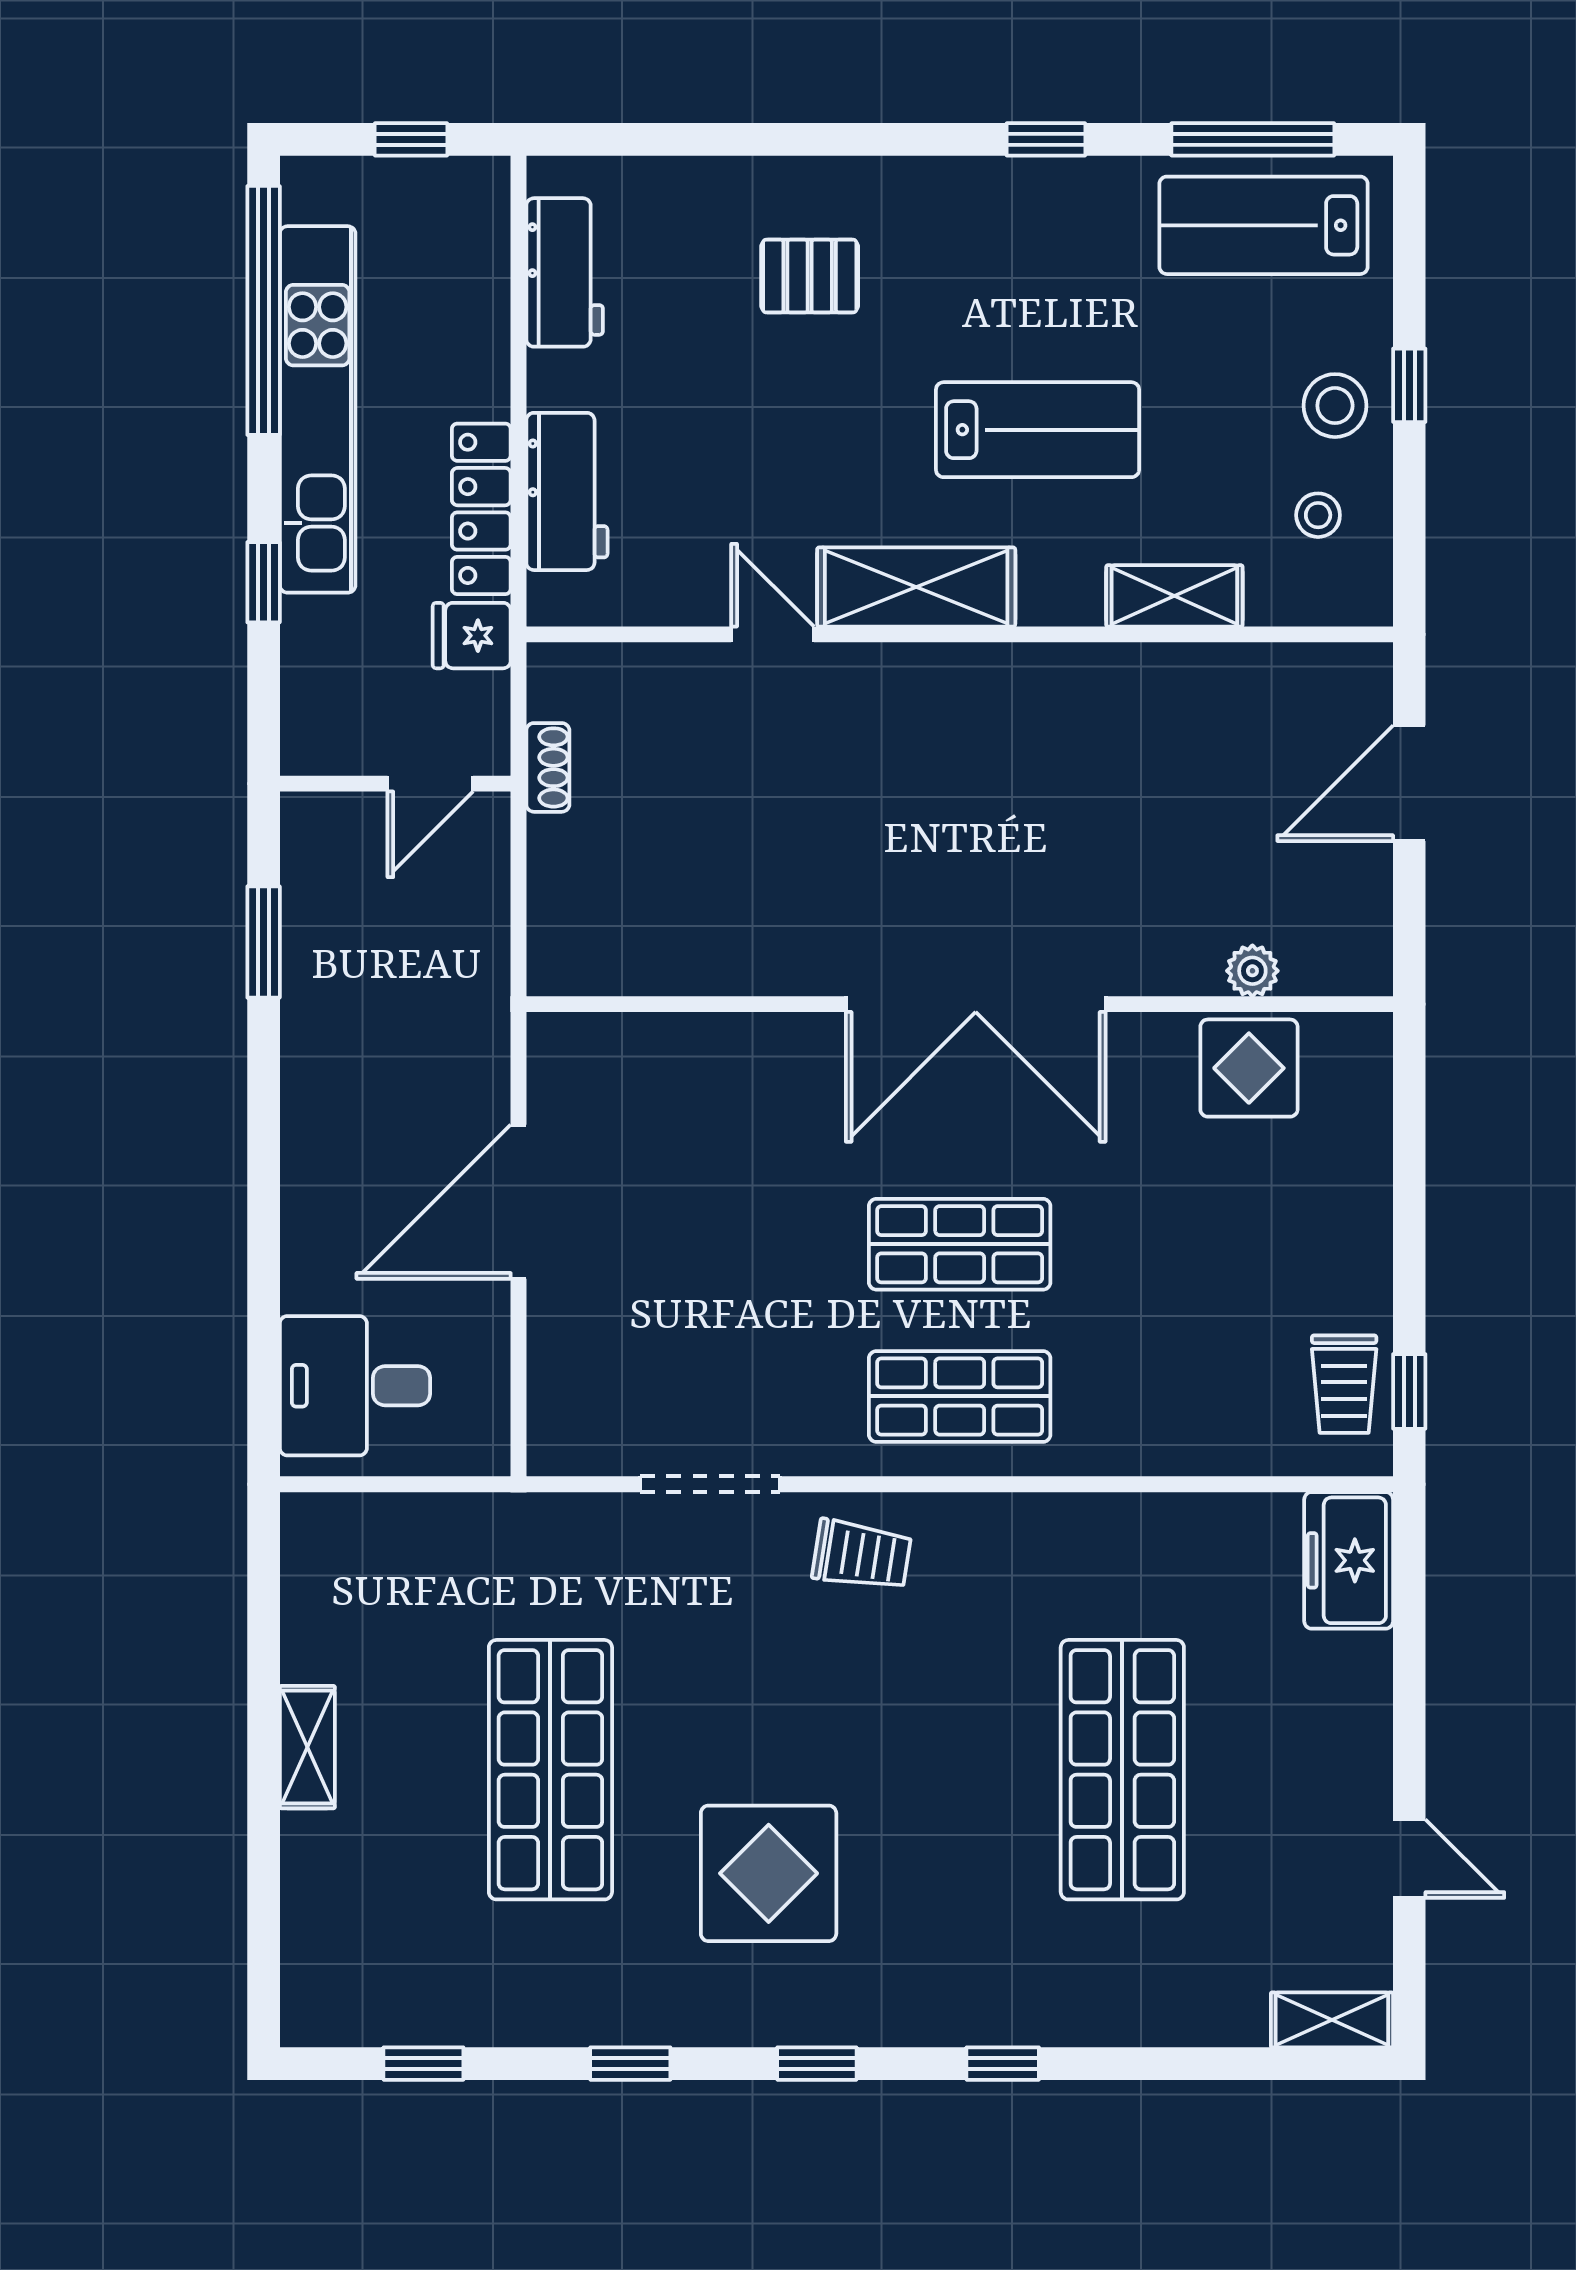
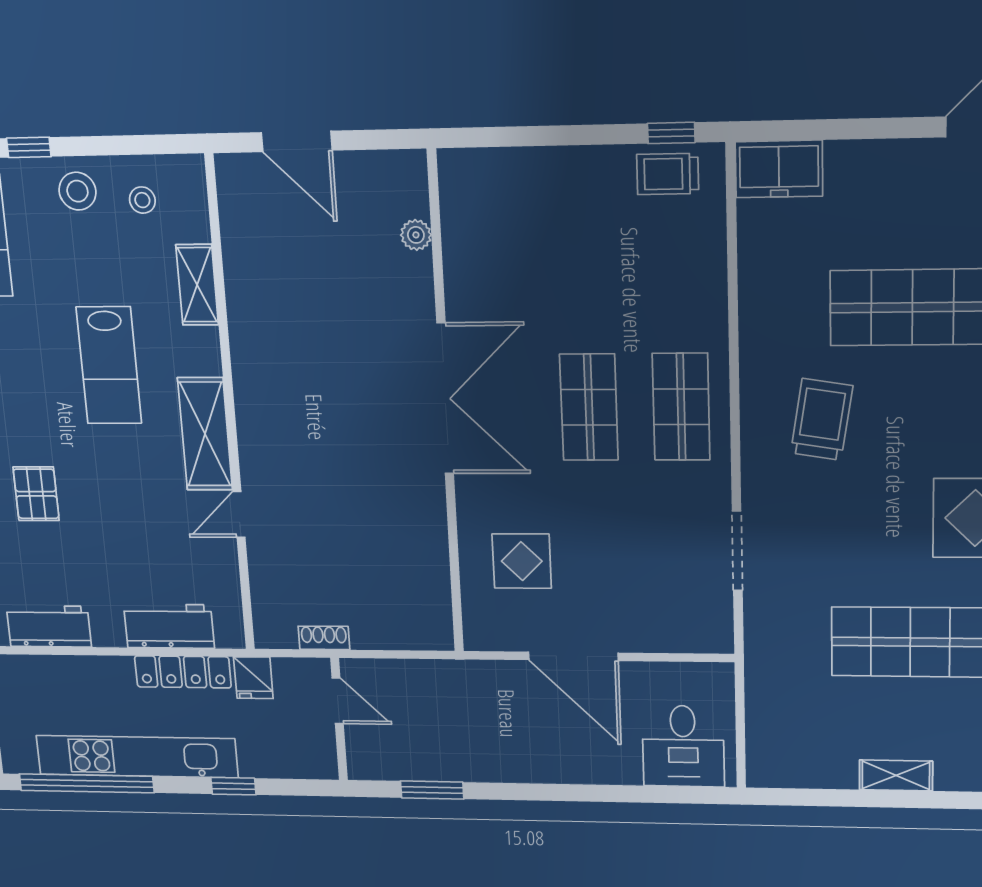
window: (1409, 385) -> (29, 147), moved
lab bench: (1038, 430) -> (109, 365), turned 180
display table: (1249, 1068) -> (522, 561), moved
trolley: (1344, 1384) -> (668, 174), turned 180
trolley: (862, 1555) -> (822, 419), moved, width x1.36, depth x1.39

